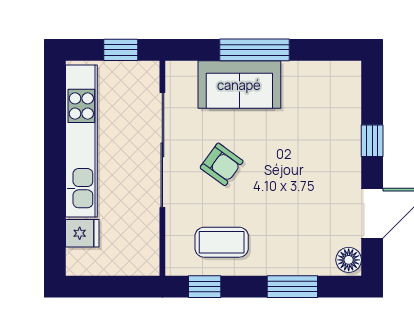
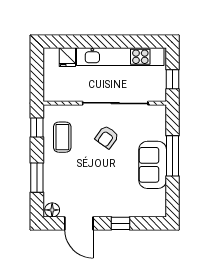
sofa: (239, 85) -> (153, 165), moved

